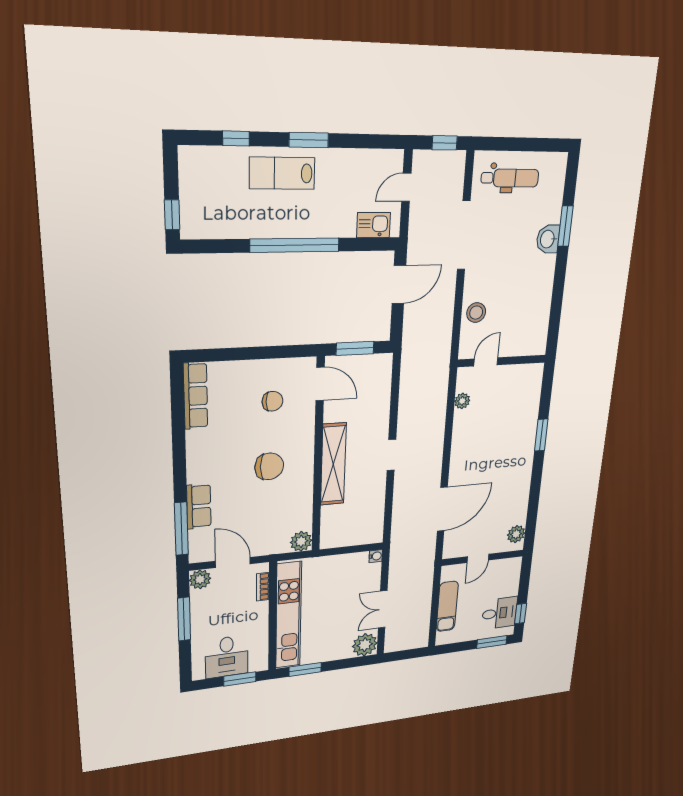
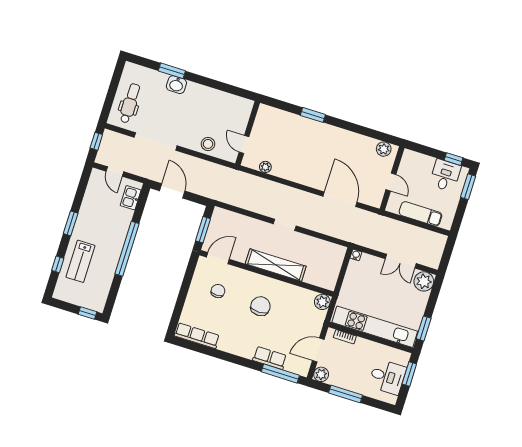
lab bench: (282, 173) -> (80, 261), moved

